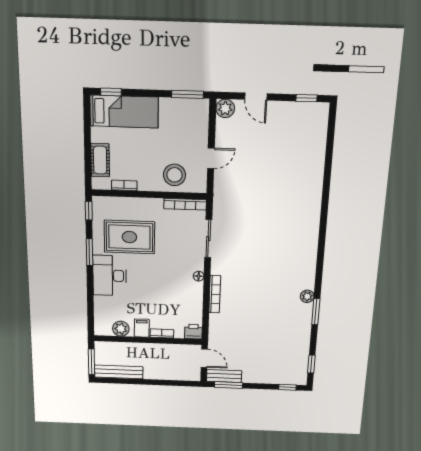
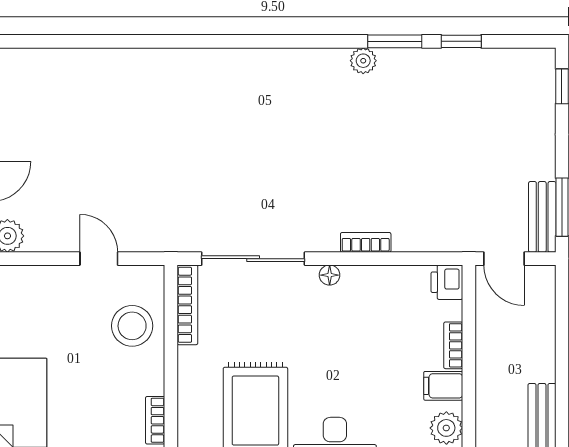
sliding door: (208, 239) -> (253, 259), width x1.37
bookcase: (215, 294) -> (366, 242), width x0.64
door: (204, 358) -> (504, 259), swing flipped
window: (311, 364) -> (461, 41), moved

